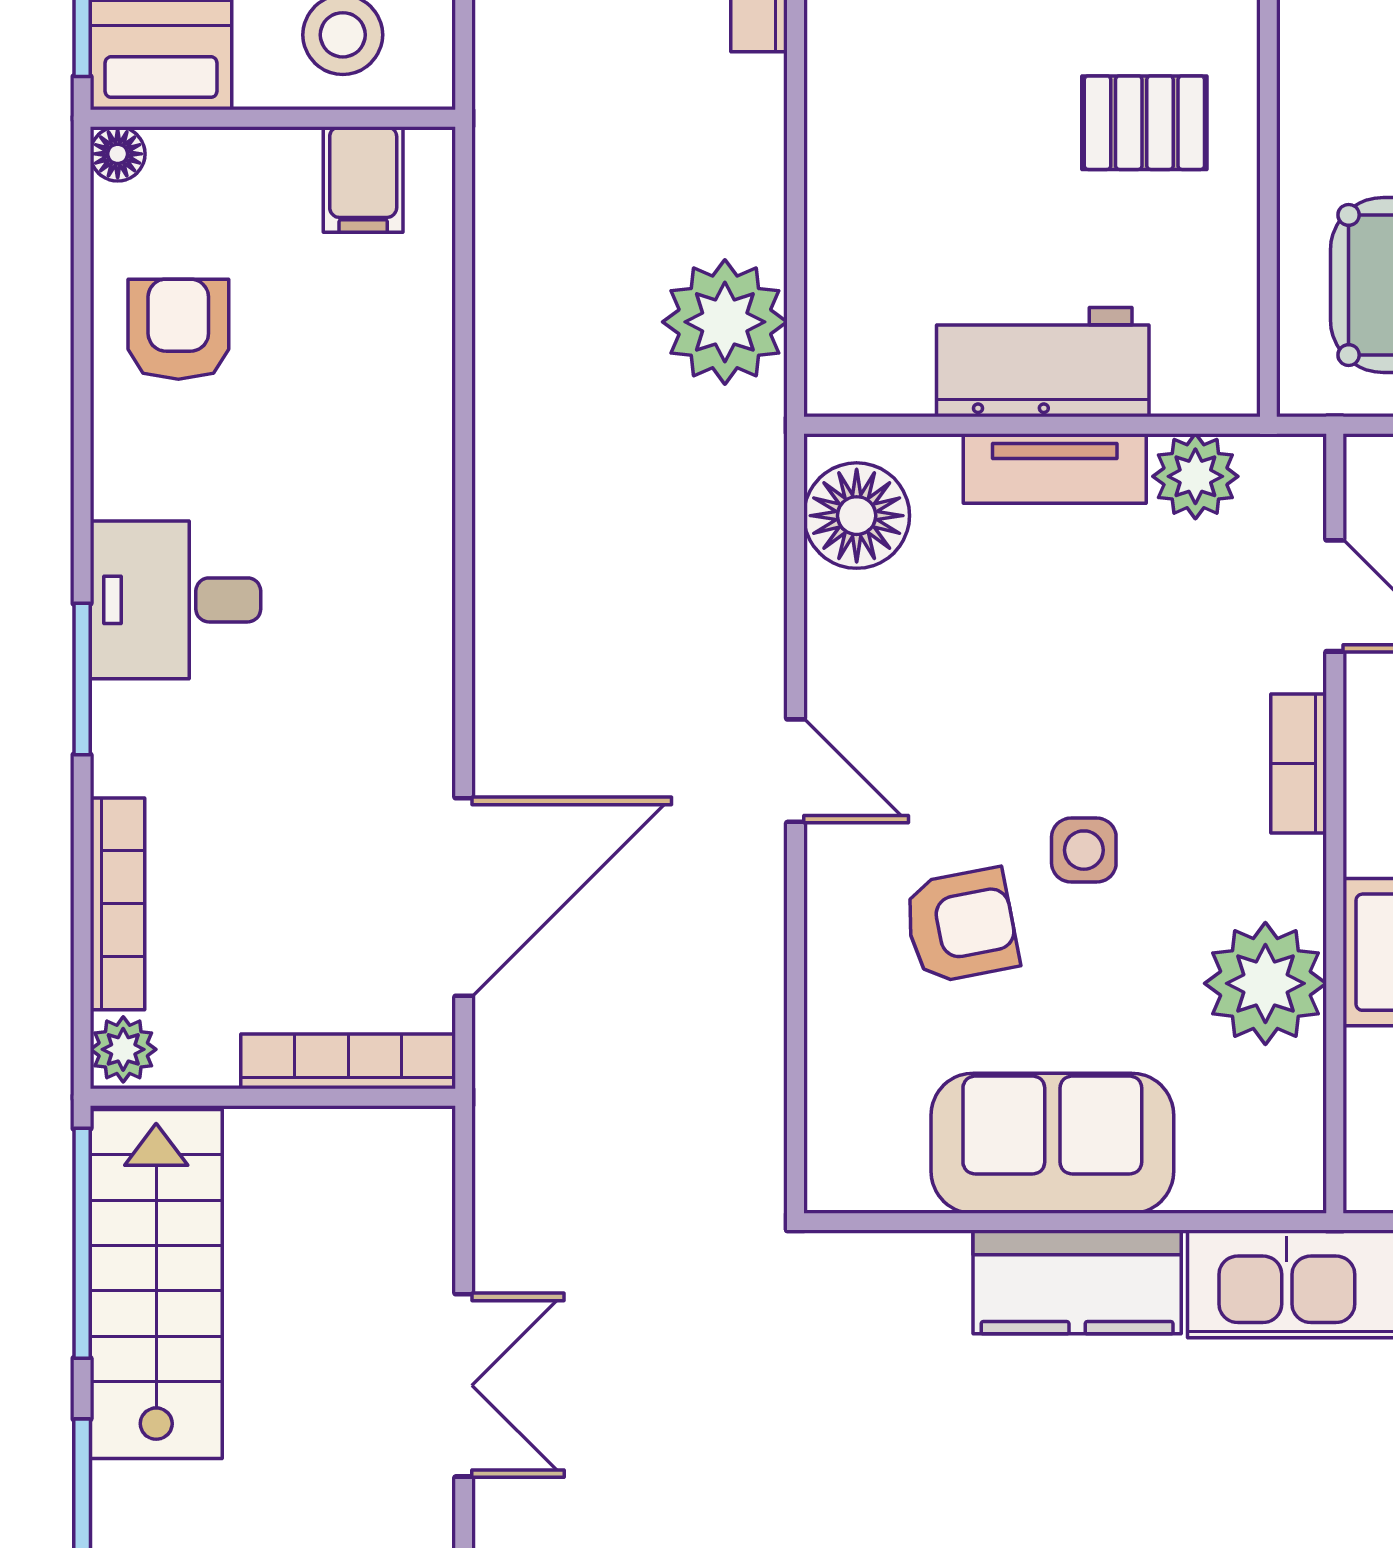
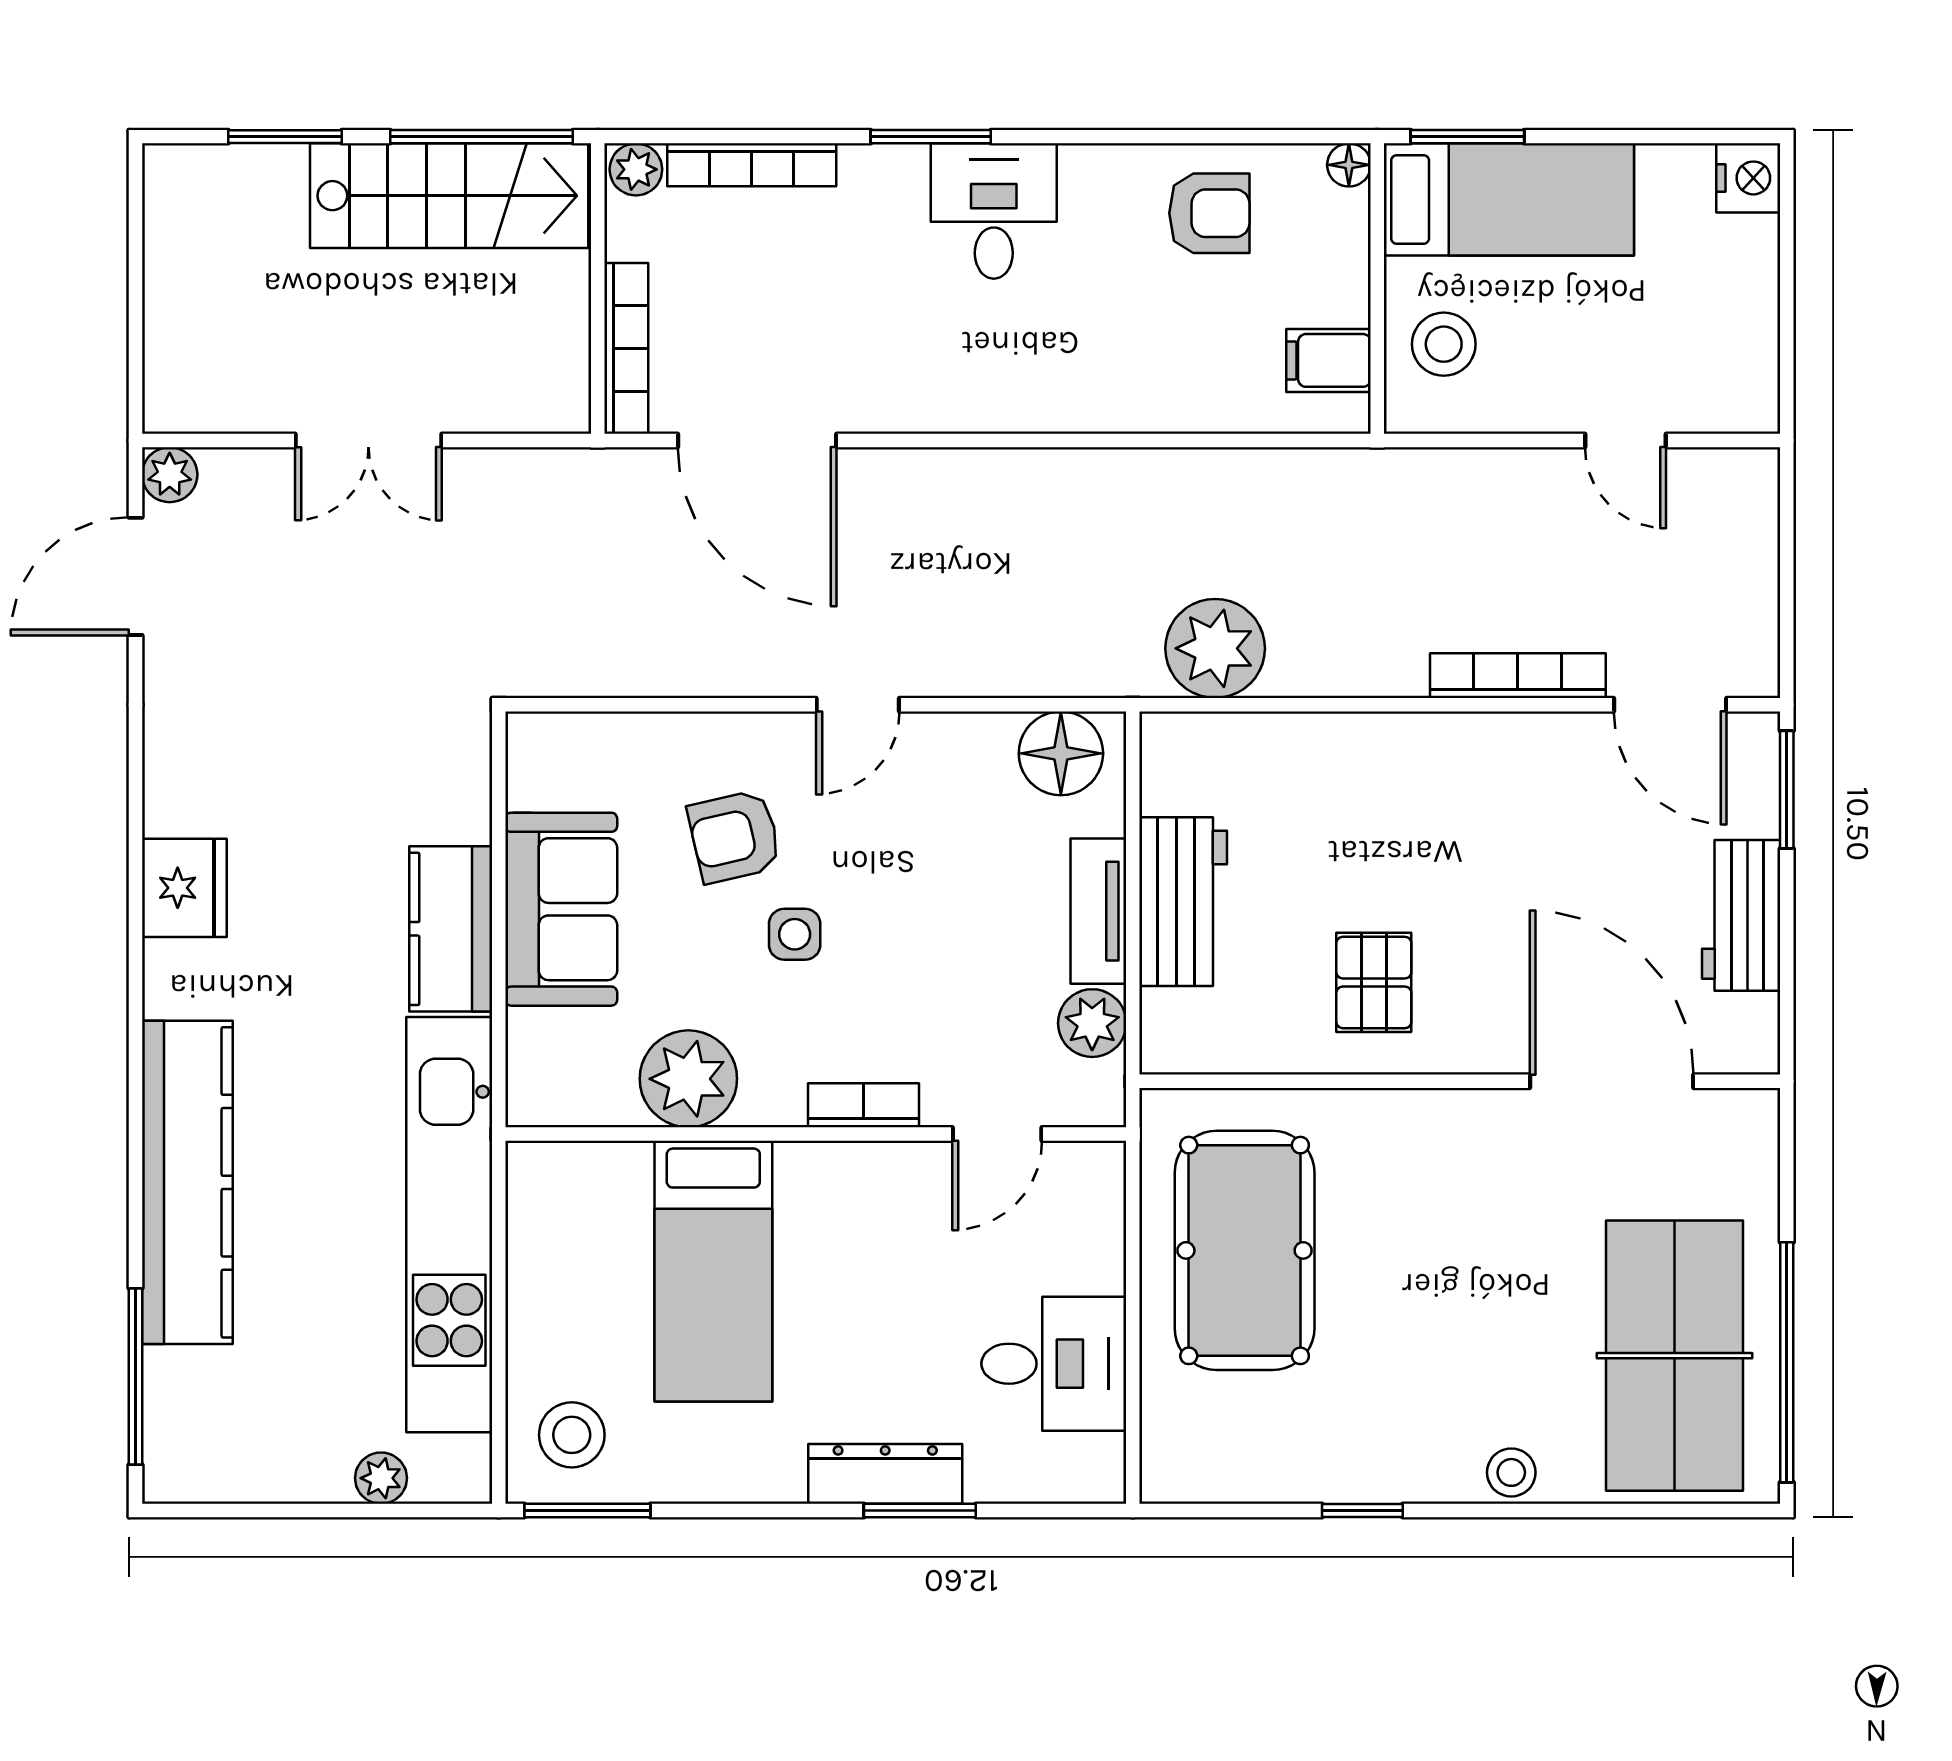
armchair: (961, 926) -> (734, 836), turned 88

